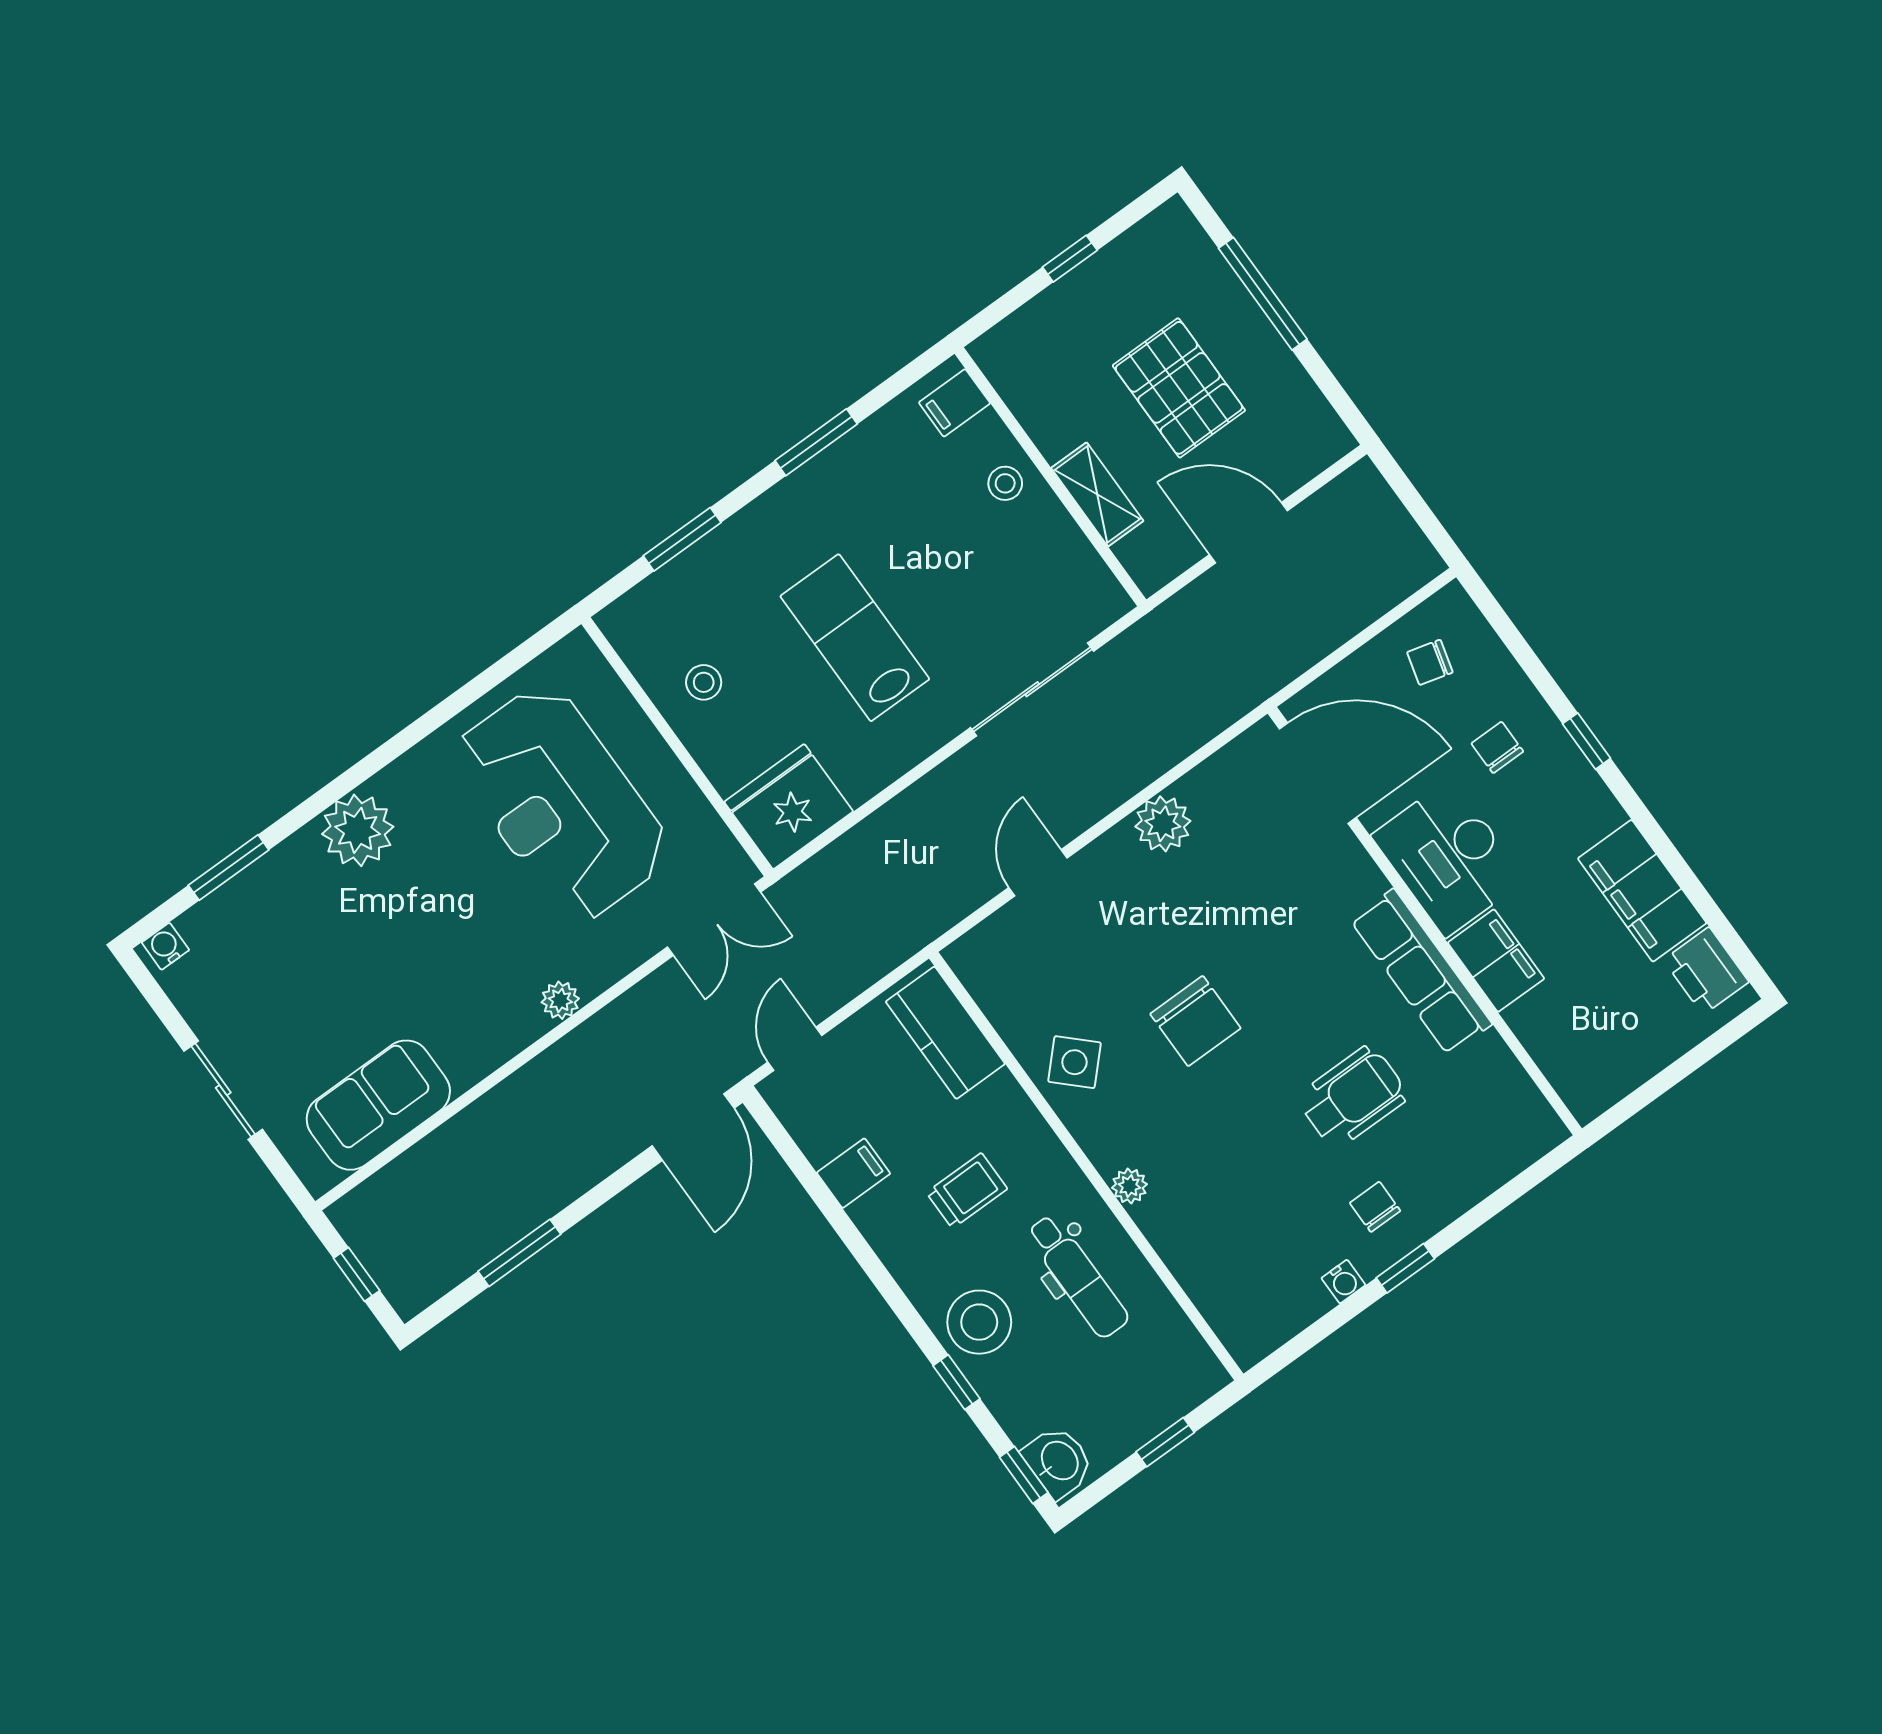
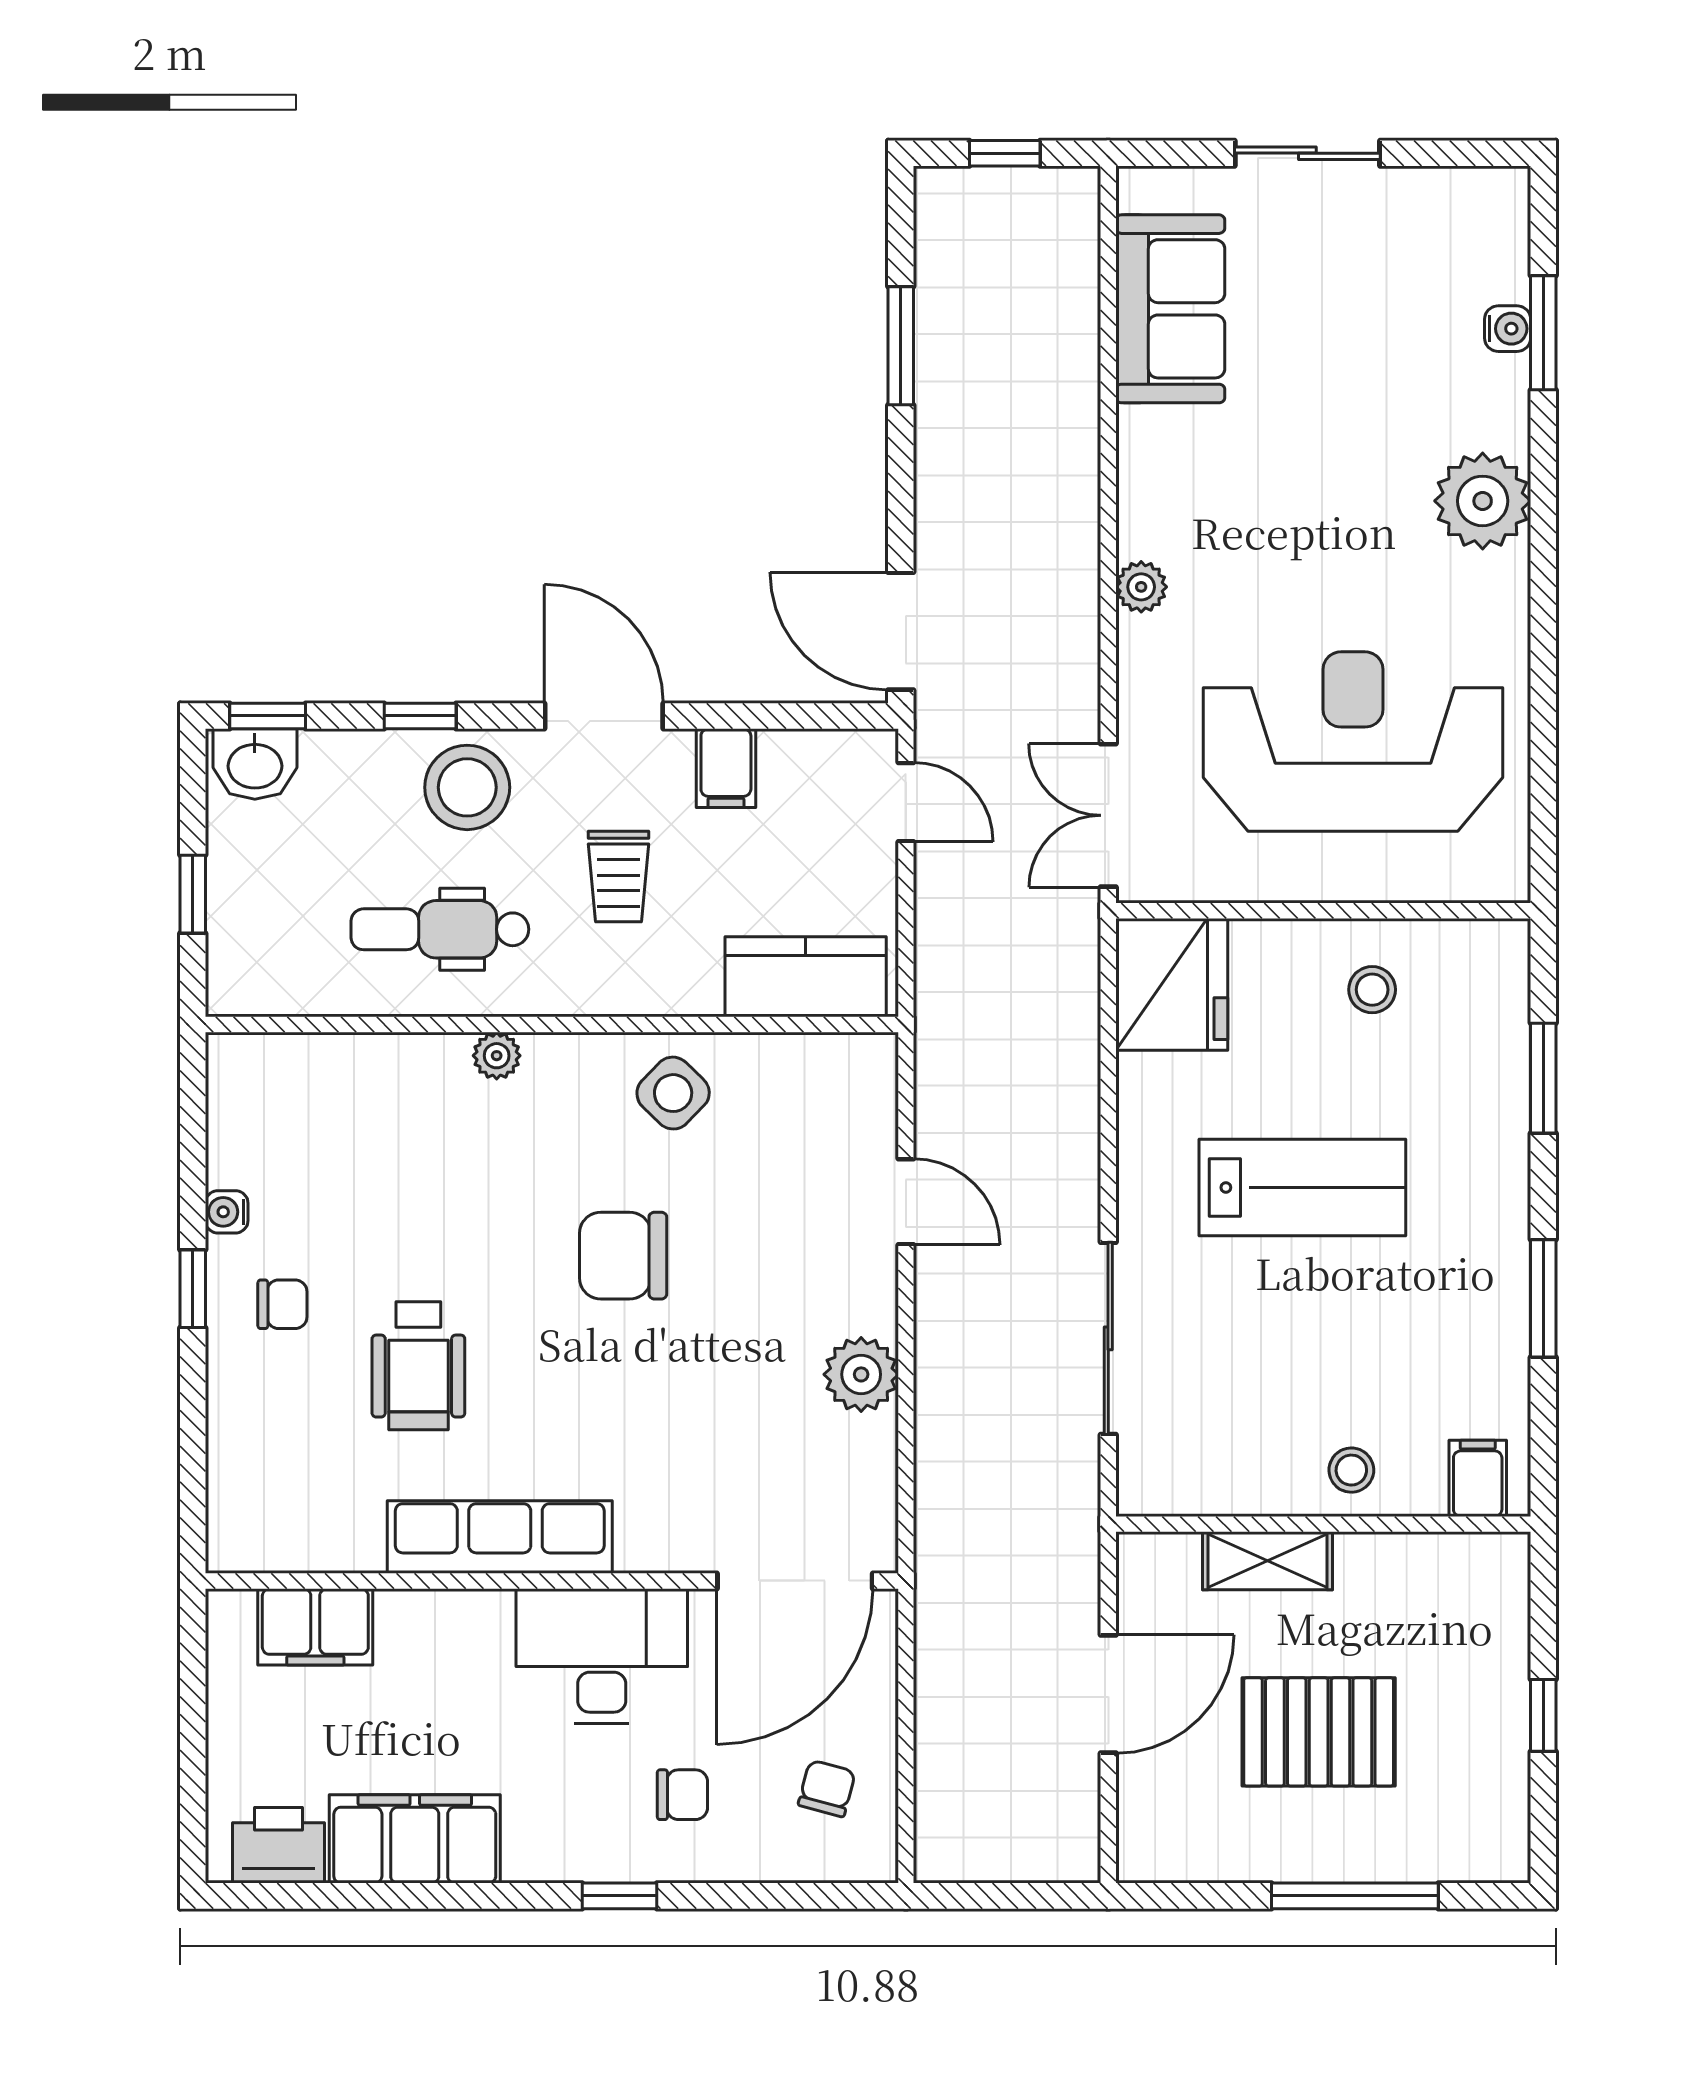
water cooler: (165, 946) -> (1508, 329), moved
filing cabinet: (1496, 961) -> (315, 1627), moved
door: (876, 1270) -> (604, 716), added

